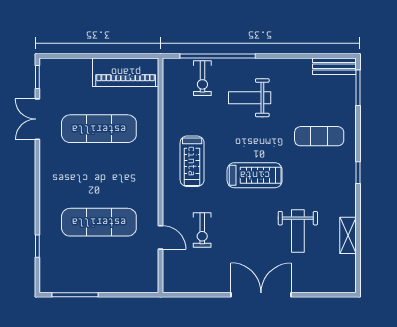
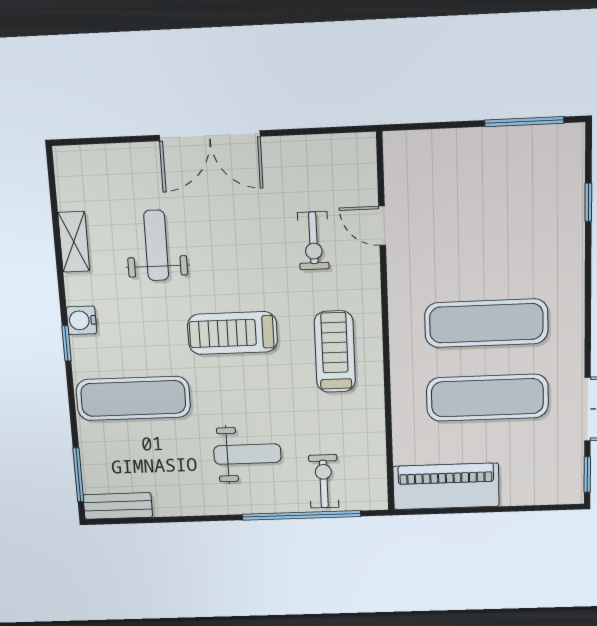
exercise mat: (319, 136) -> (133, 398), width x1.36, depth x1.45
water cooler: (347, 187) -> (82, 320), added
exercise mat: (99, 222) -> (486, 323), moved
exercise bike: (202, 230) -> (313, 241), turned 180

